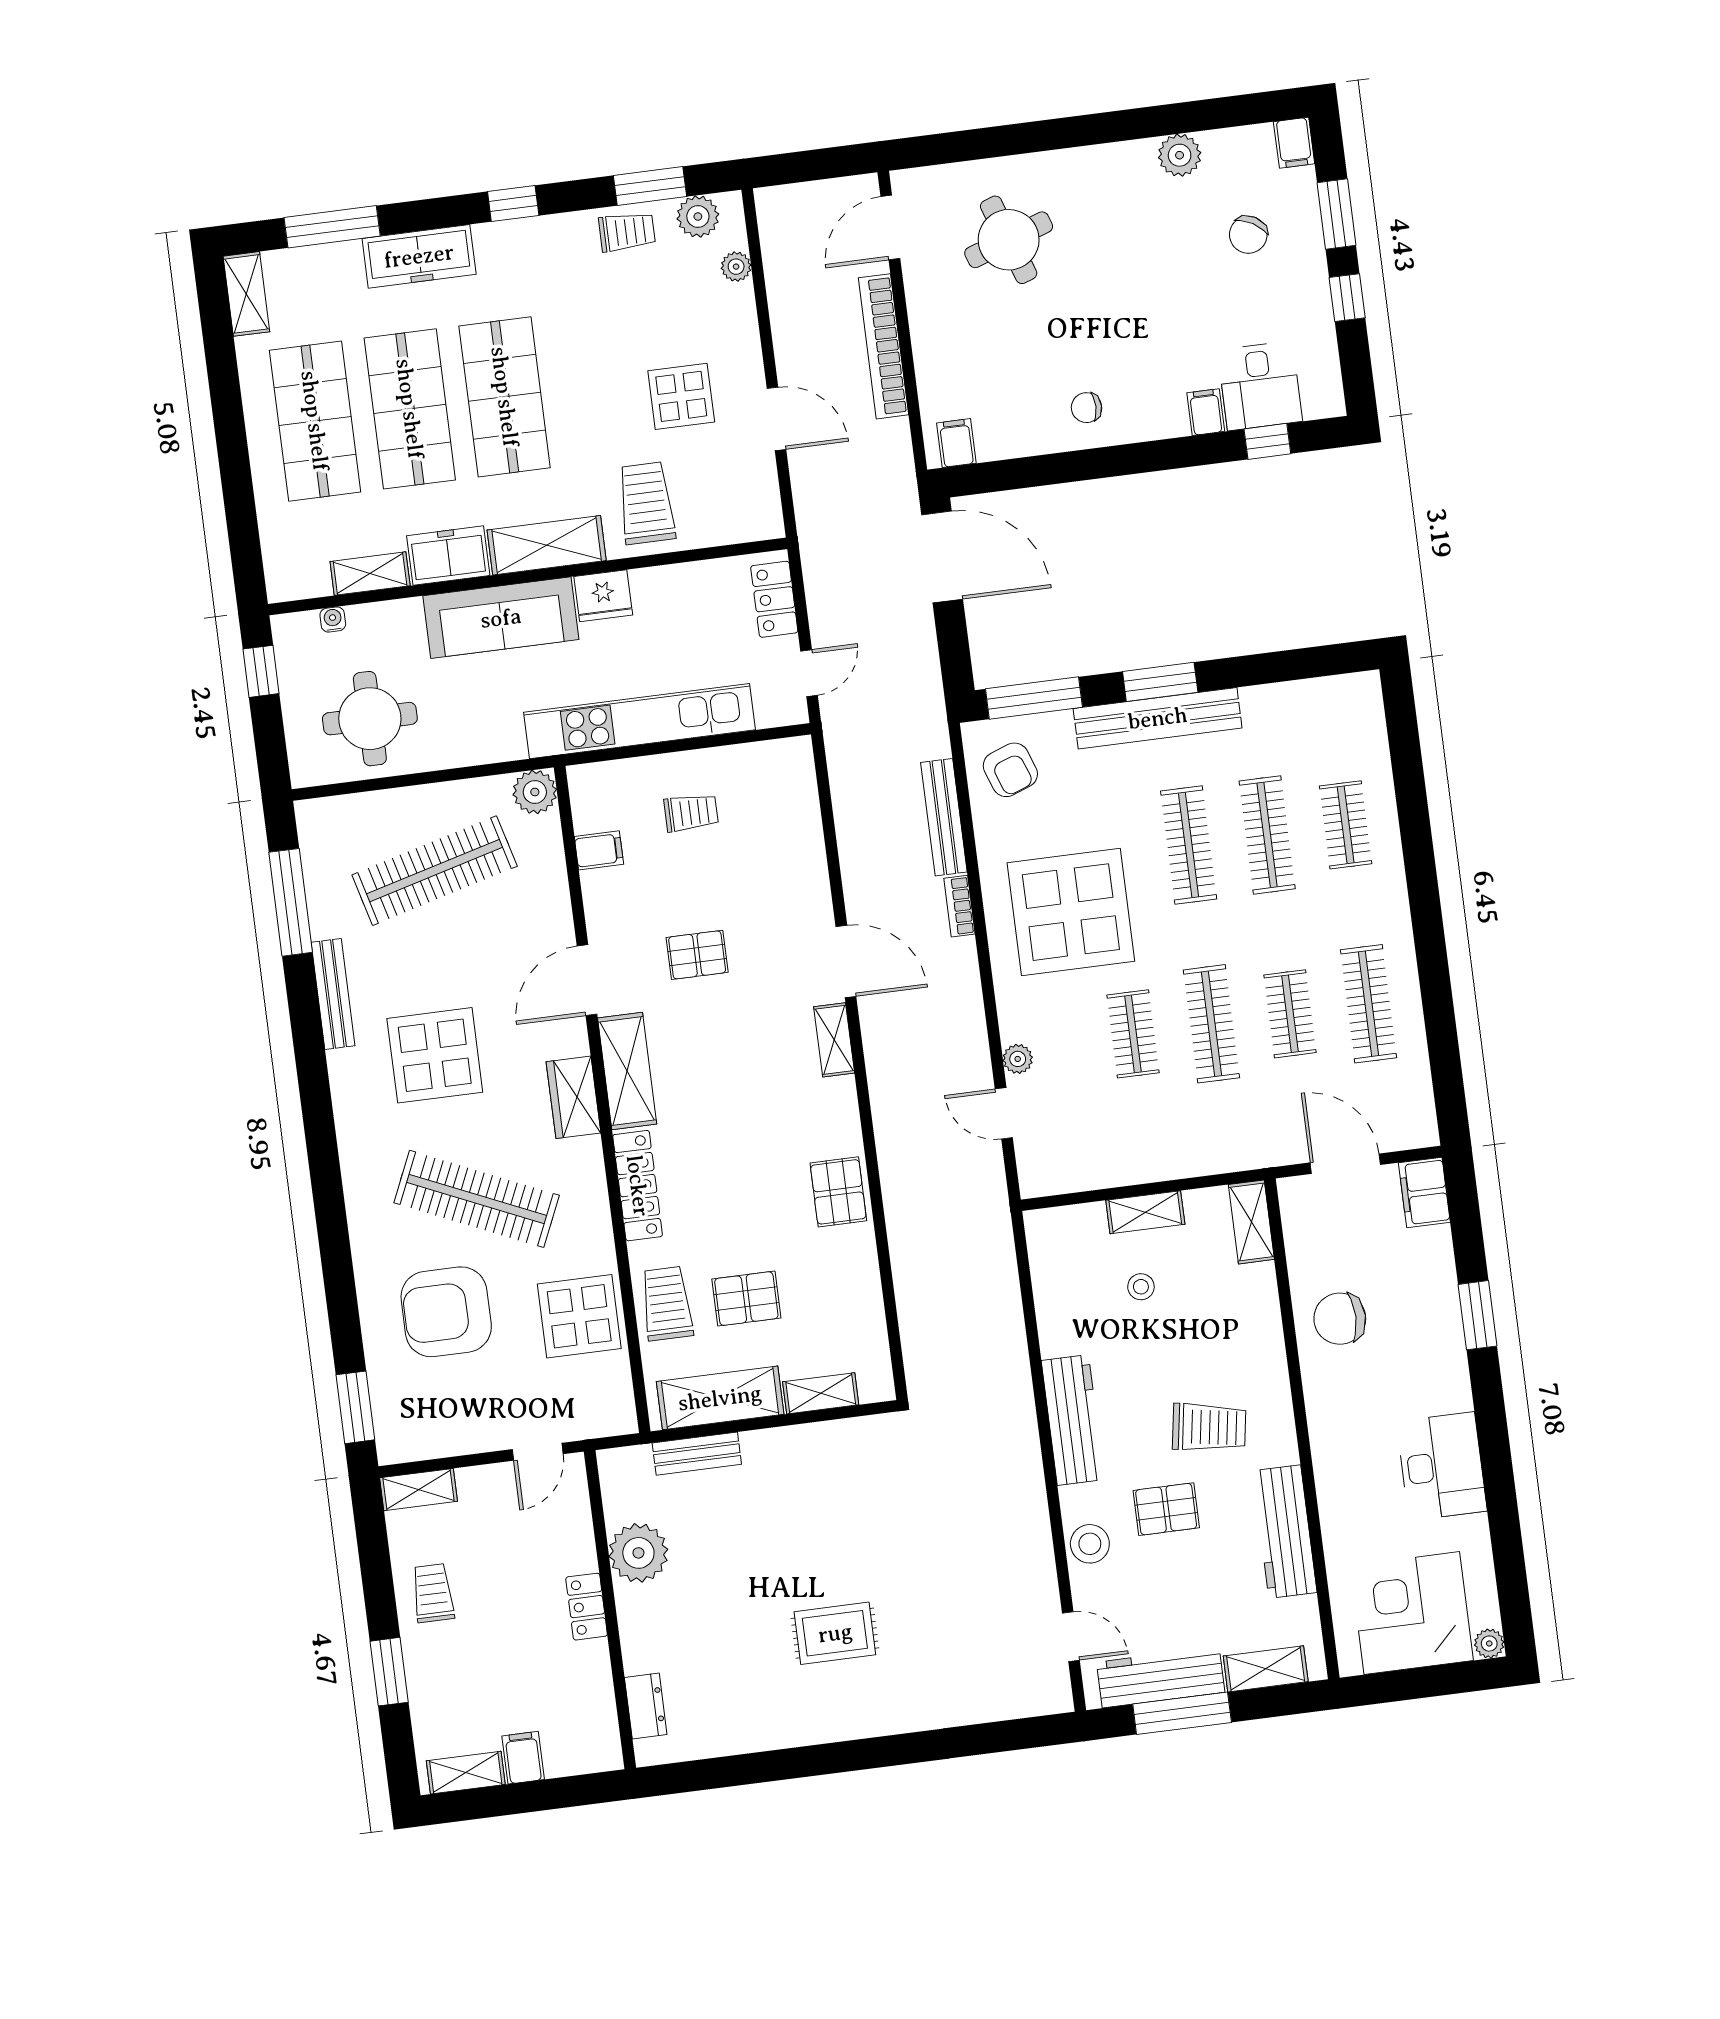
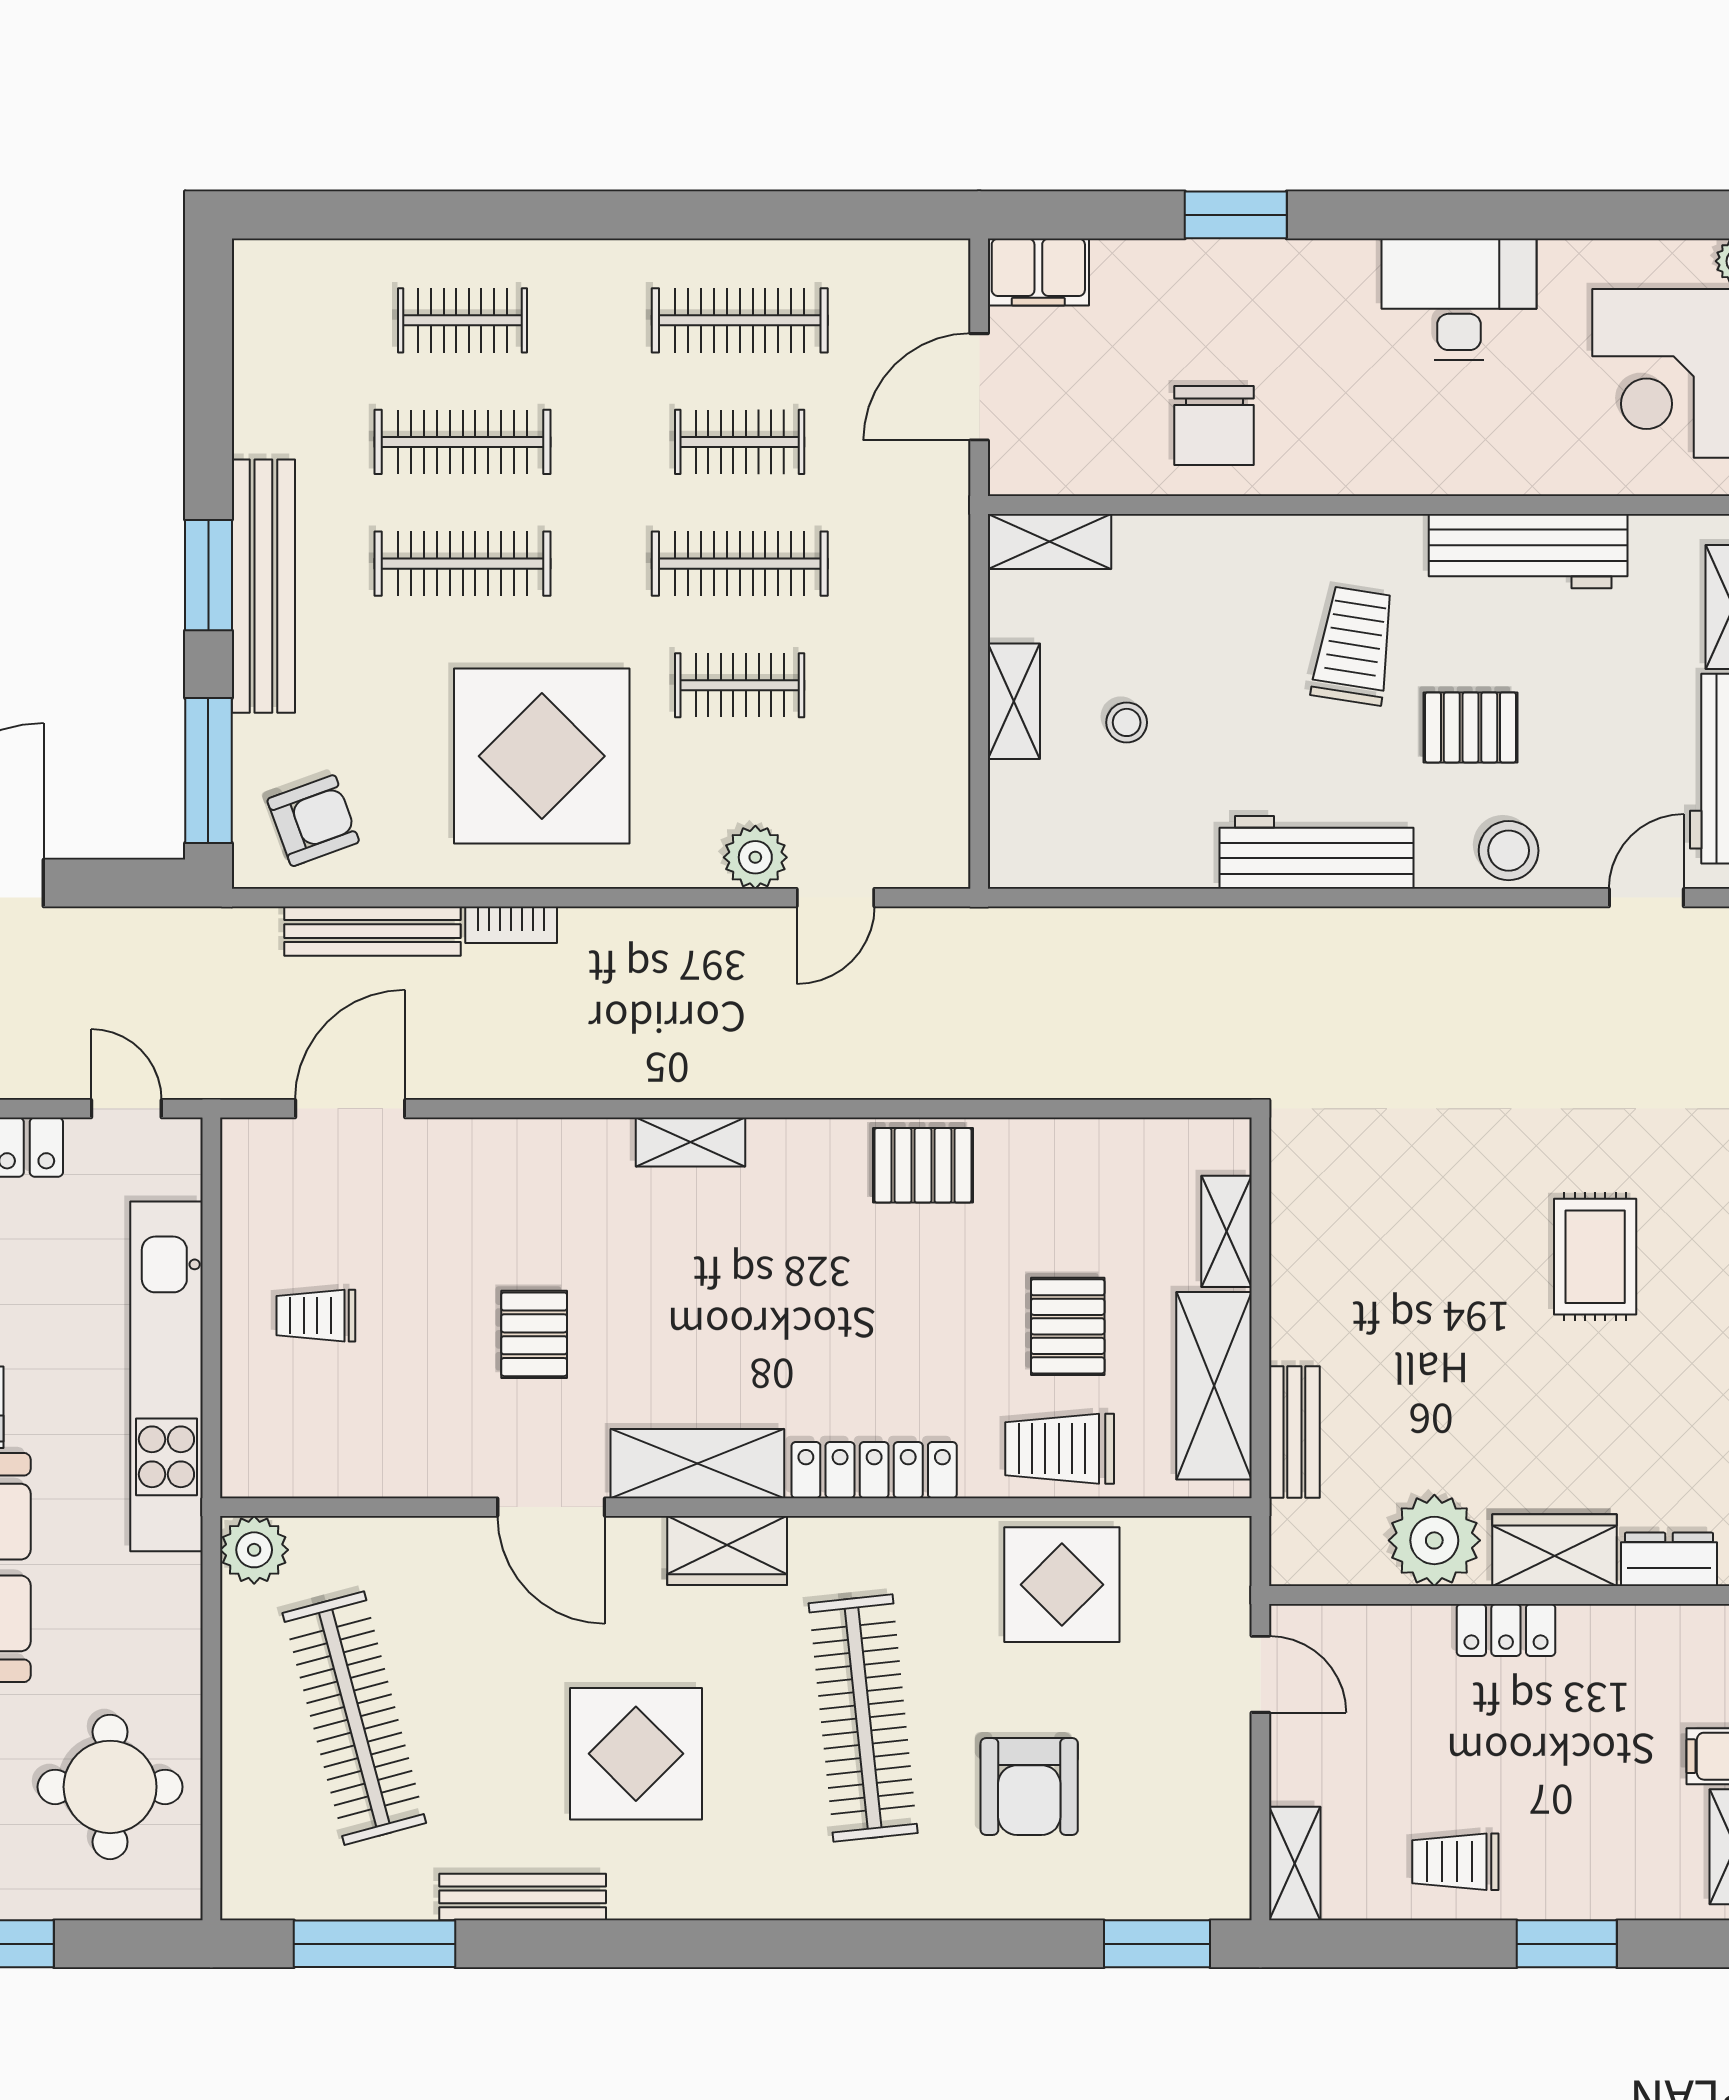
trolley: (691, 813) -> (316, 1316), turned -90
filing cabinet: (599, 850) -> (356, 1464), removed
door: (846, 961) -> (350, 1109), moved
plant: (1018, 1059) -> (755, 857), width x1.38, depth x1.38
clothes rail: (477, 1199) -> (863, 1718), turned -30
armchair: (446, 1312) -> (1029, 1786), width x0.73, depth x0.73
pallet: (1166, 1509) -> (1471, 727), turned 90
wardrobe: (642, 1631) -> (1554, 1550), added

